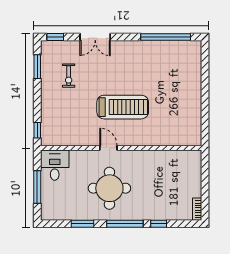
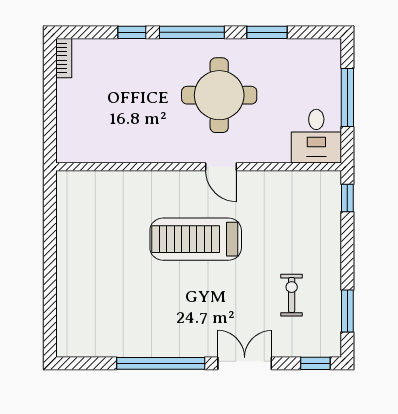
window: (166, 37) -> (161, 363), moved

